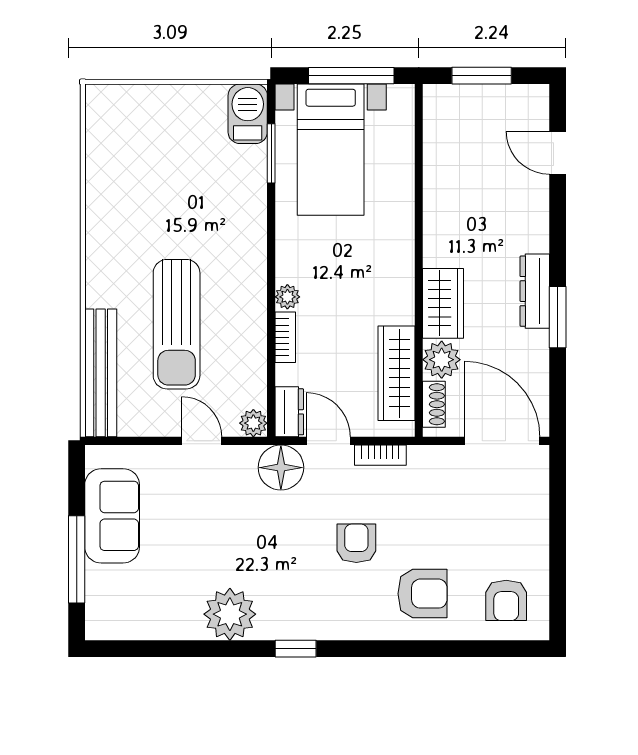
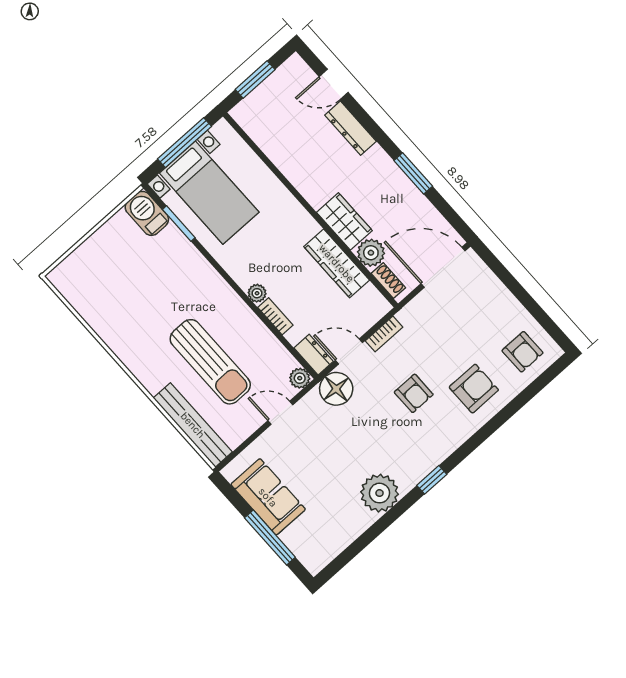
dresser: (535, 291) -> (351, 128), moved
wardrobe: (397, 373) -> (337, 263), moved
armchair: (356, 543) -> (414, 393), turned 180

